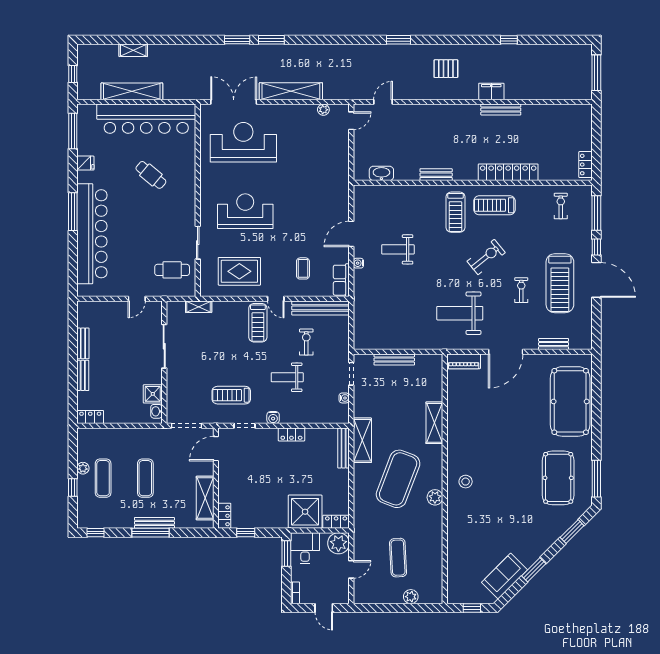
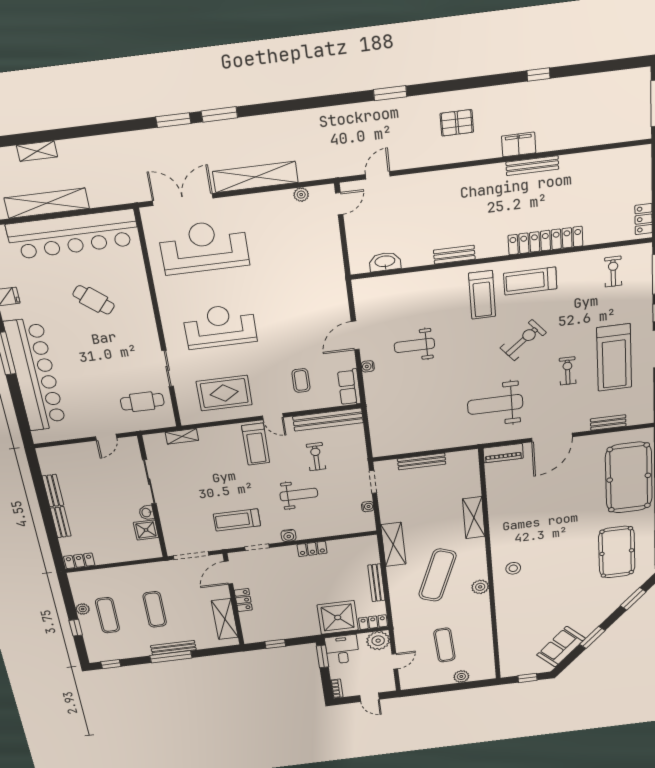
weight bench: (287, 377) -> (299, 494), turned 180
washbasin: (156, 411) -> (147, 513), moved
bench: (344, 448) -> (376, 583), moved
exercise mat: (398, 479) -> (437, 575), width x0.68
locker: (224, 516) -> (243, 600), moved

